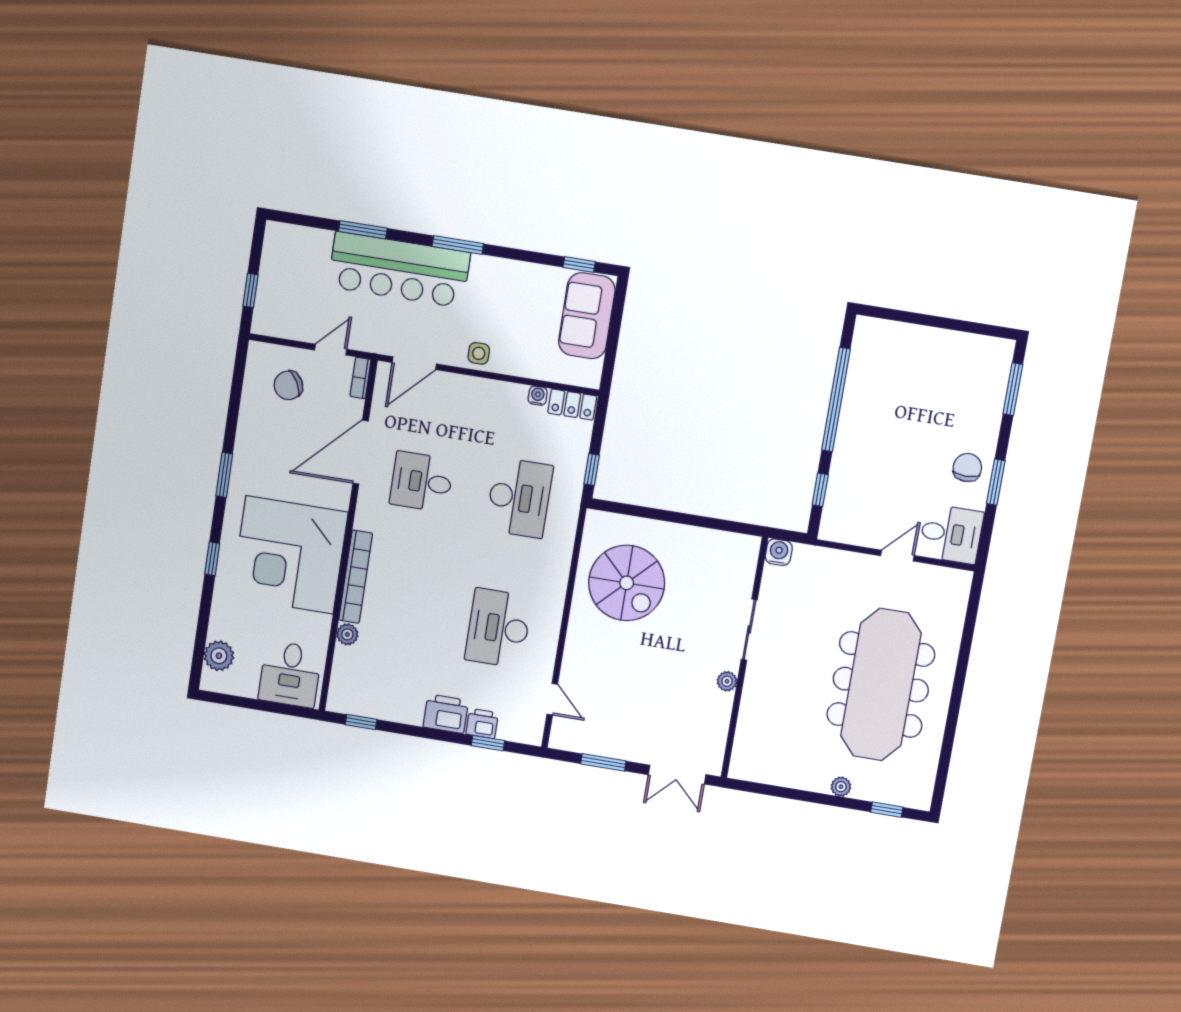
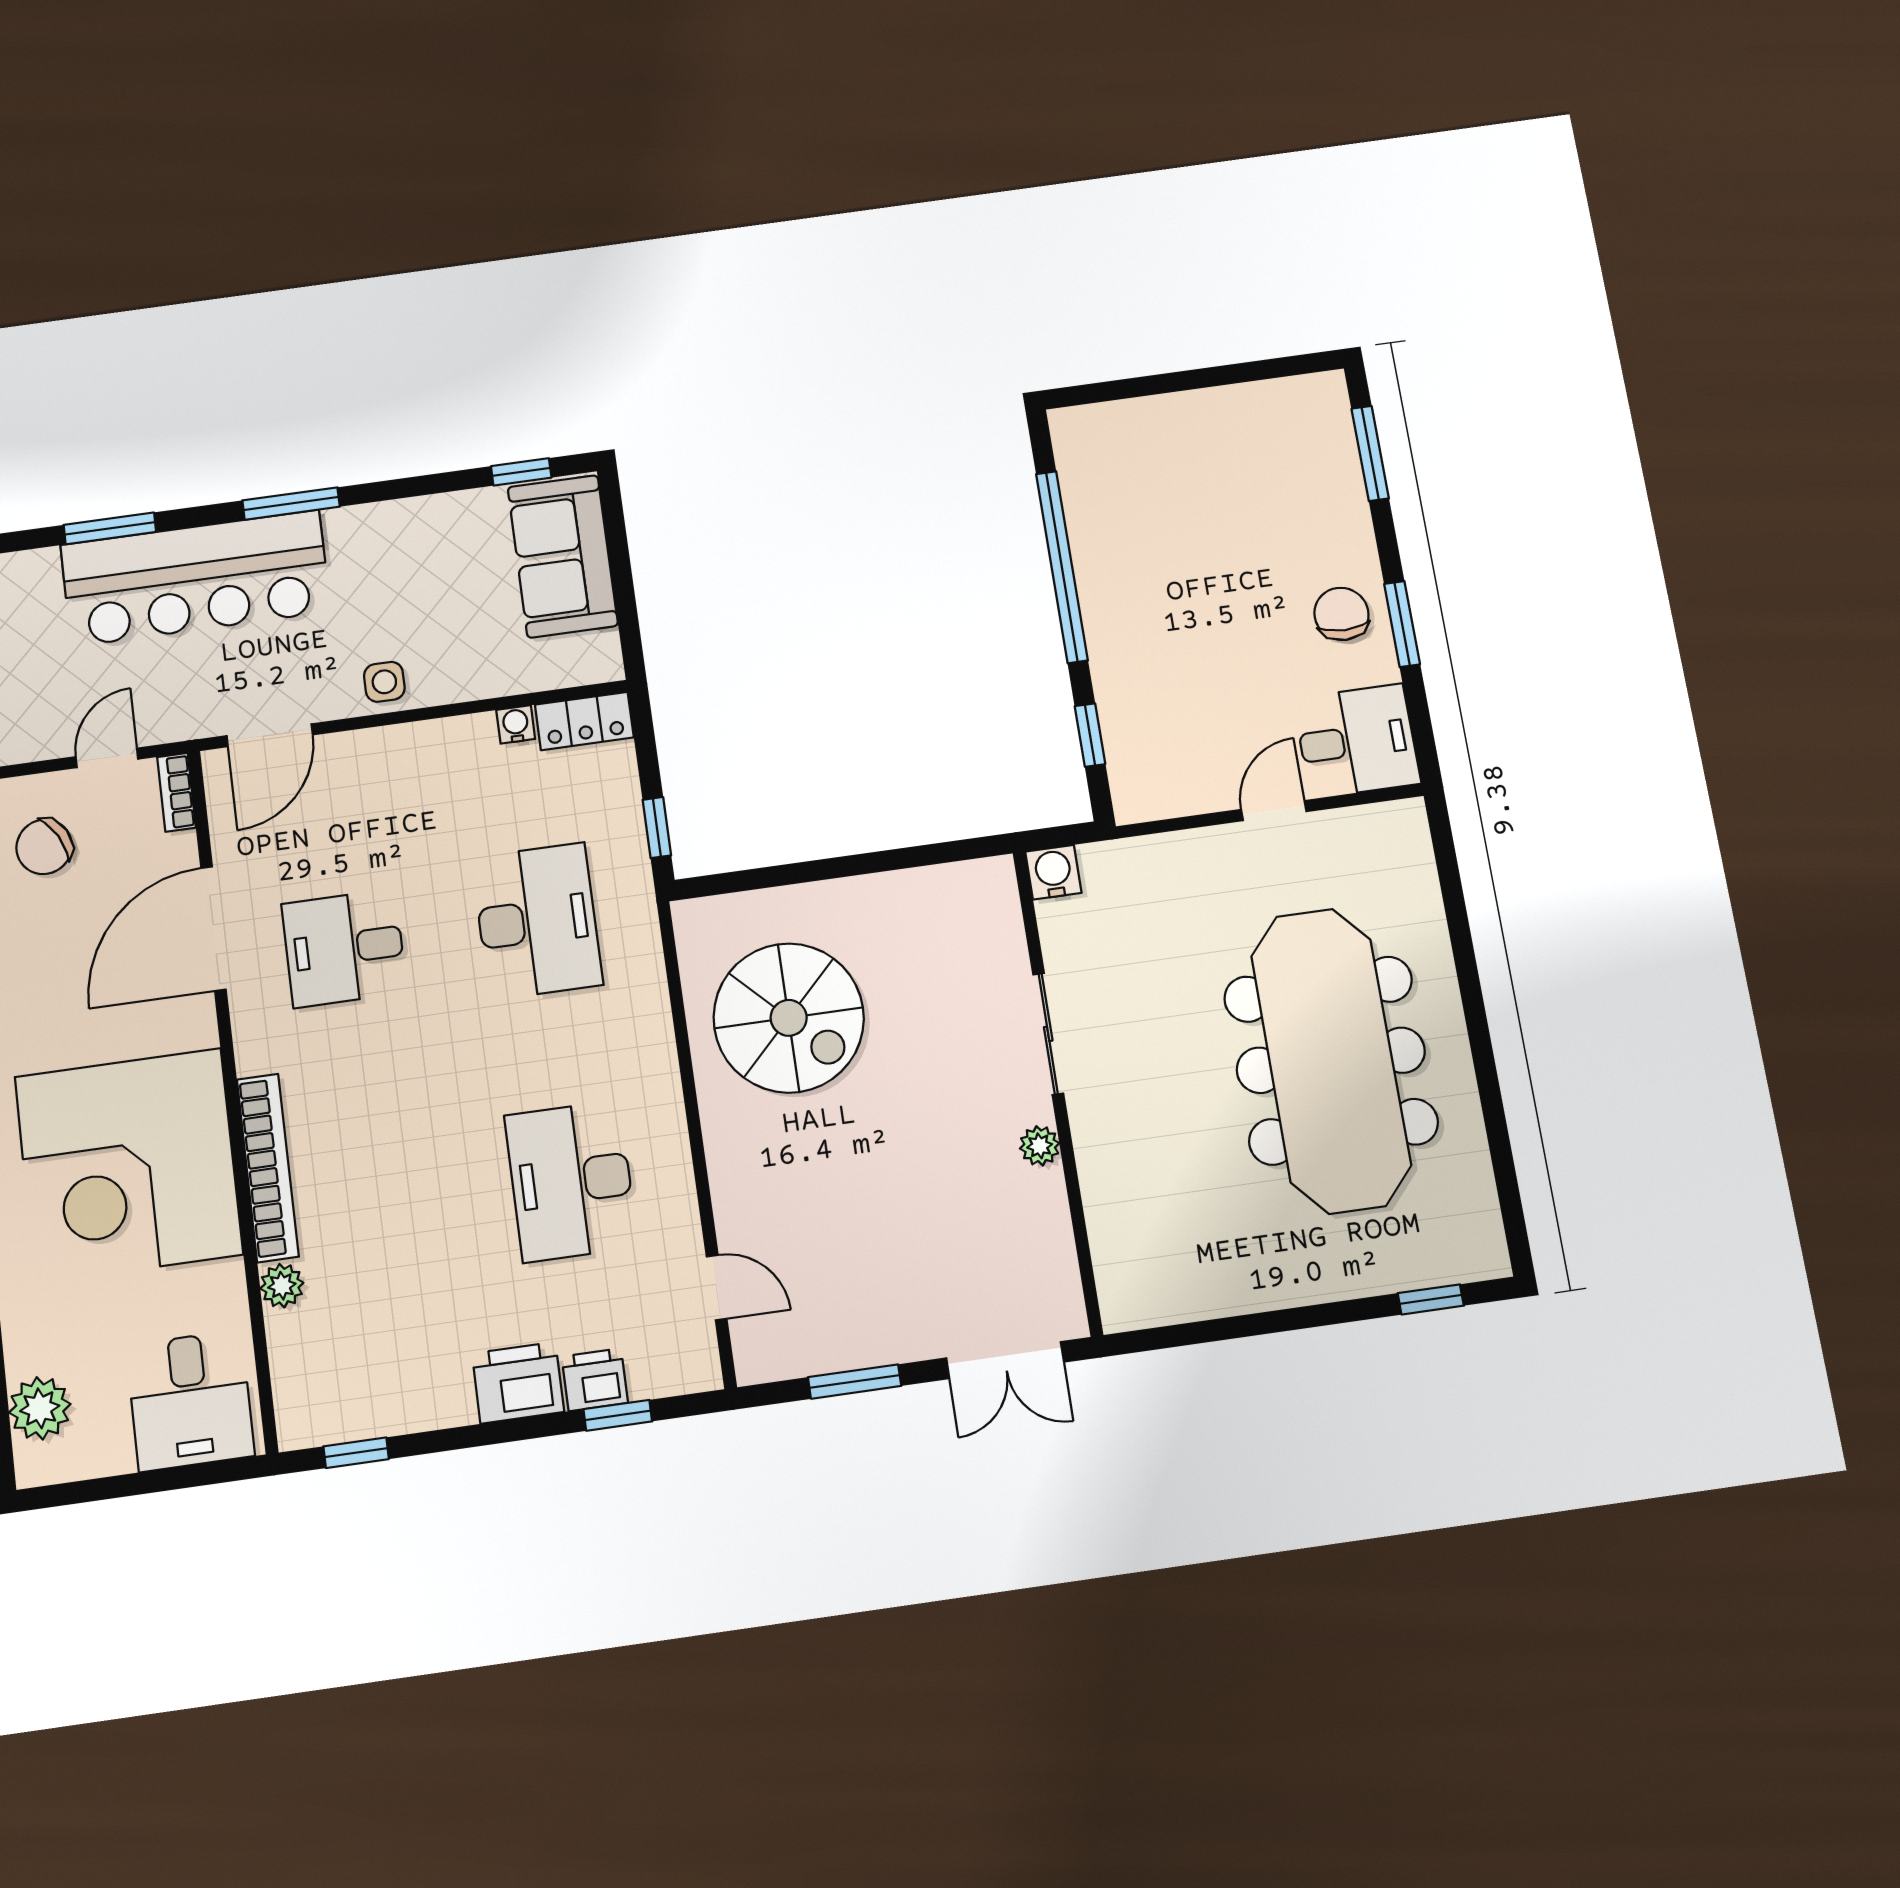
plant: (841, 787) -> (1327, 1282), removed

